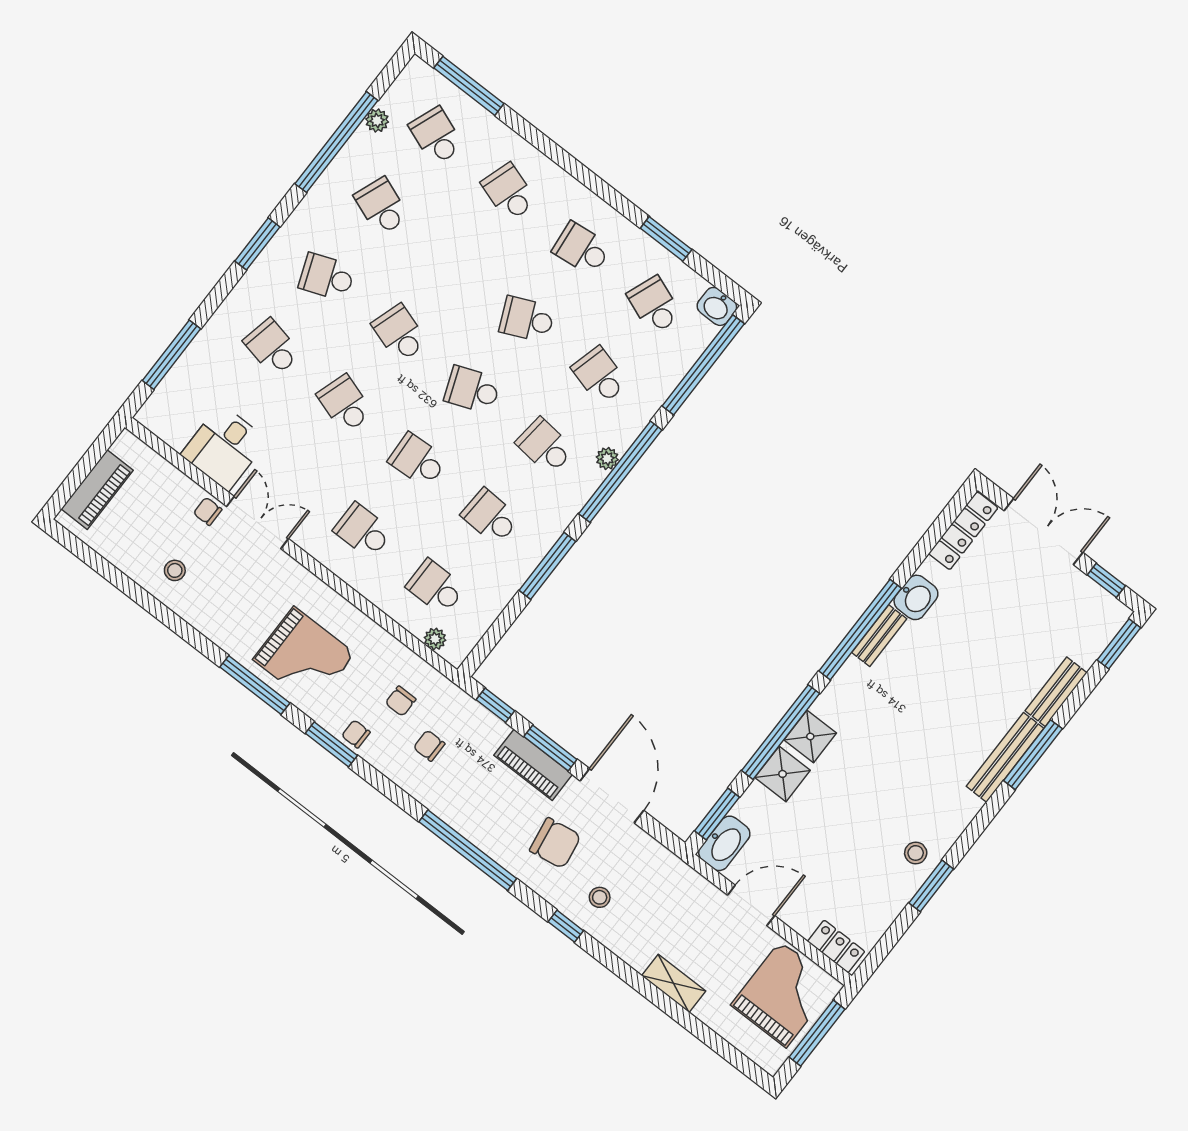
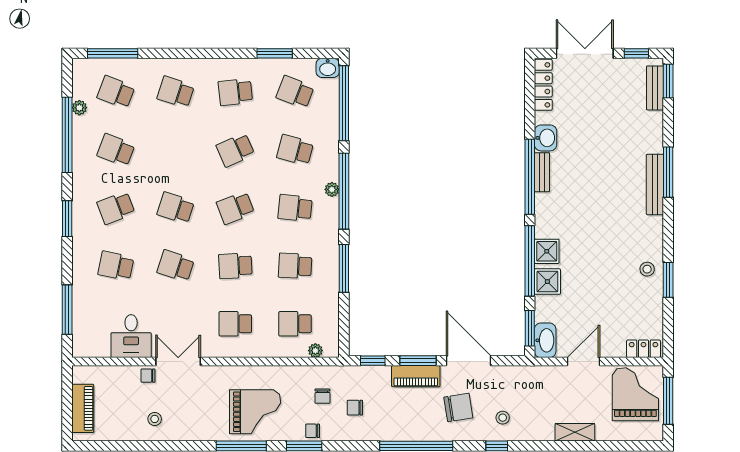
bench: (1056, 692) -> (655, 88), moved

